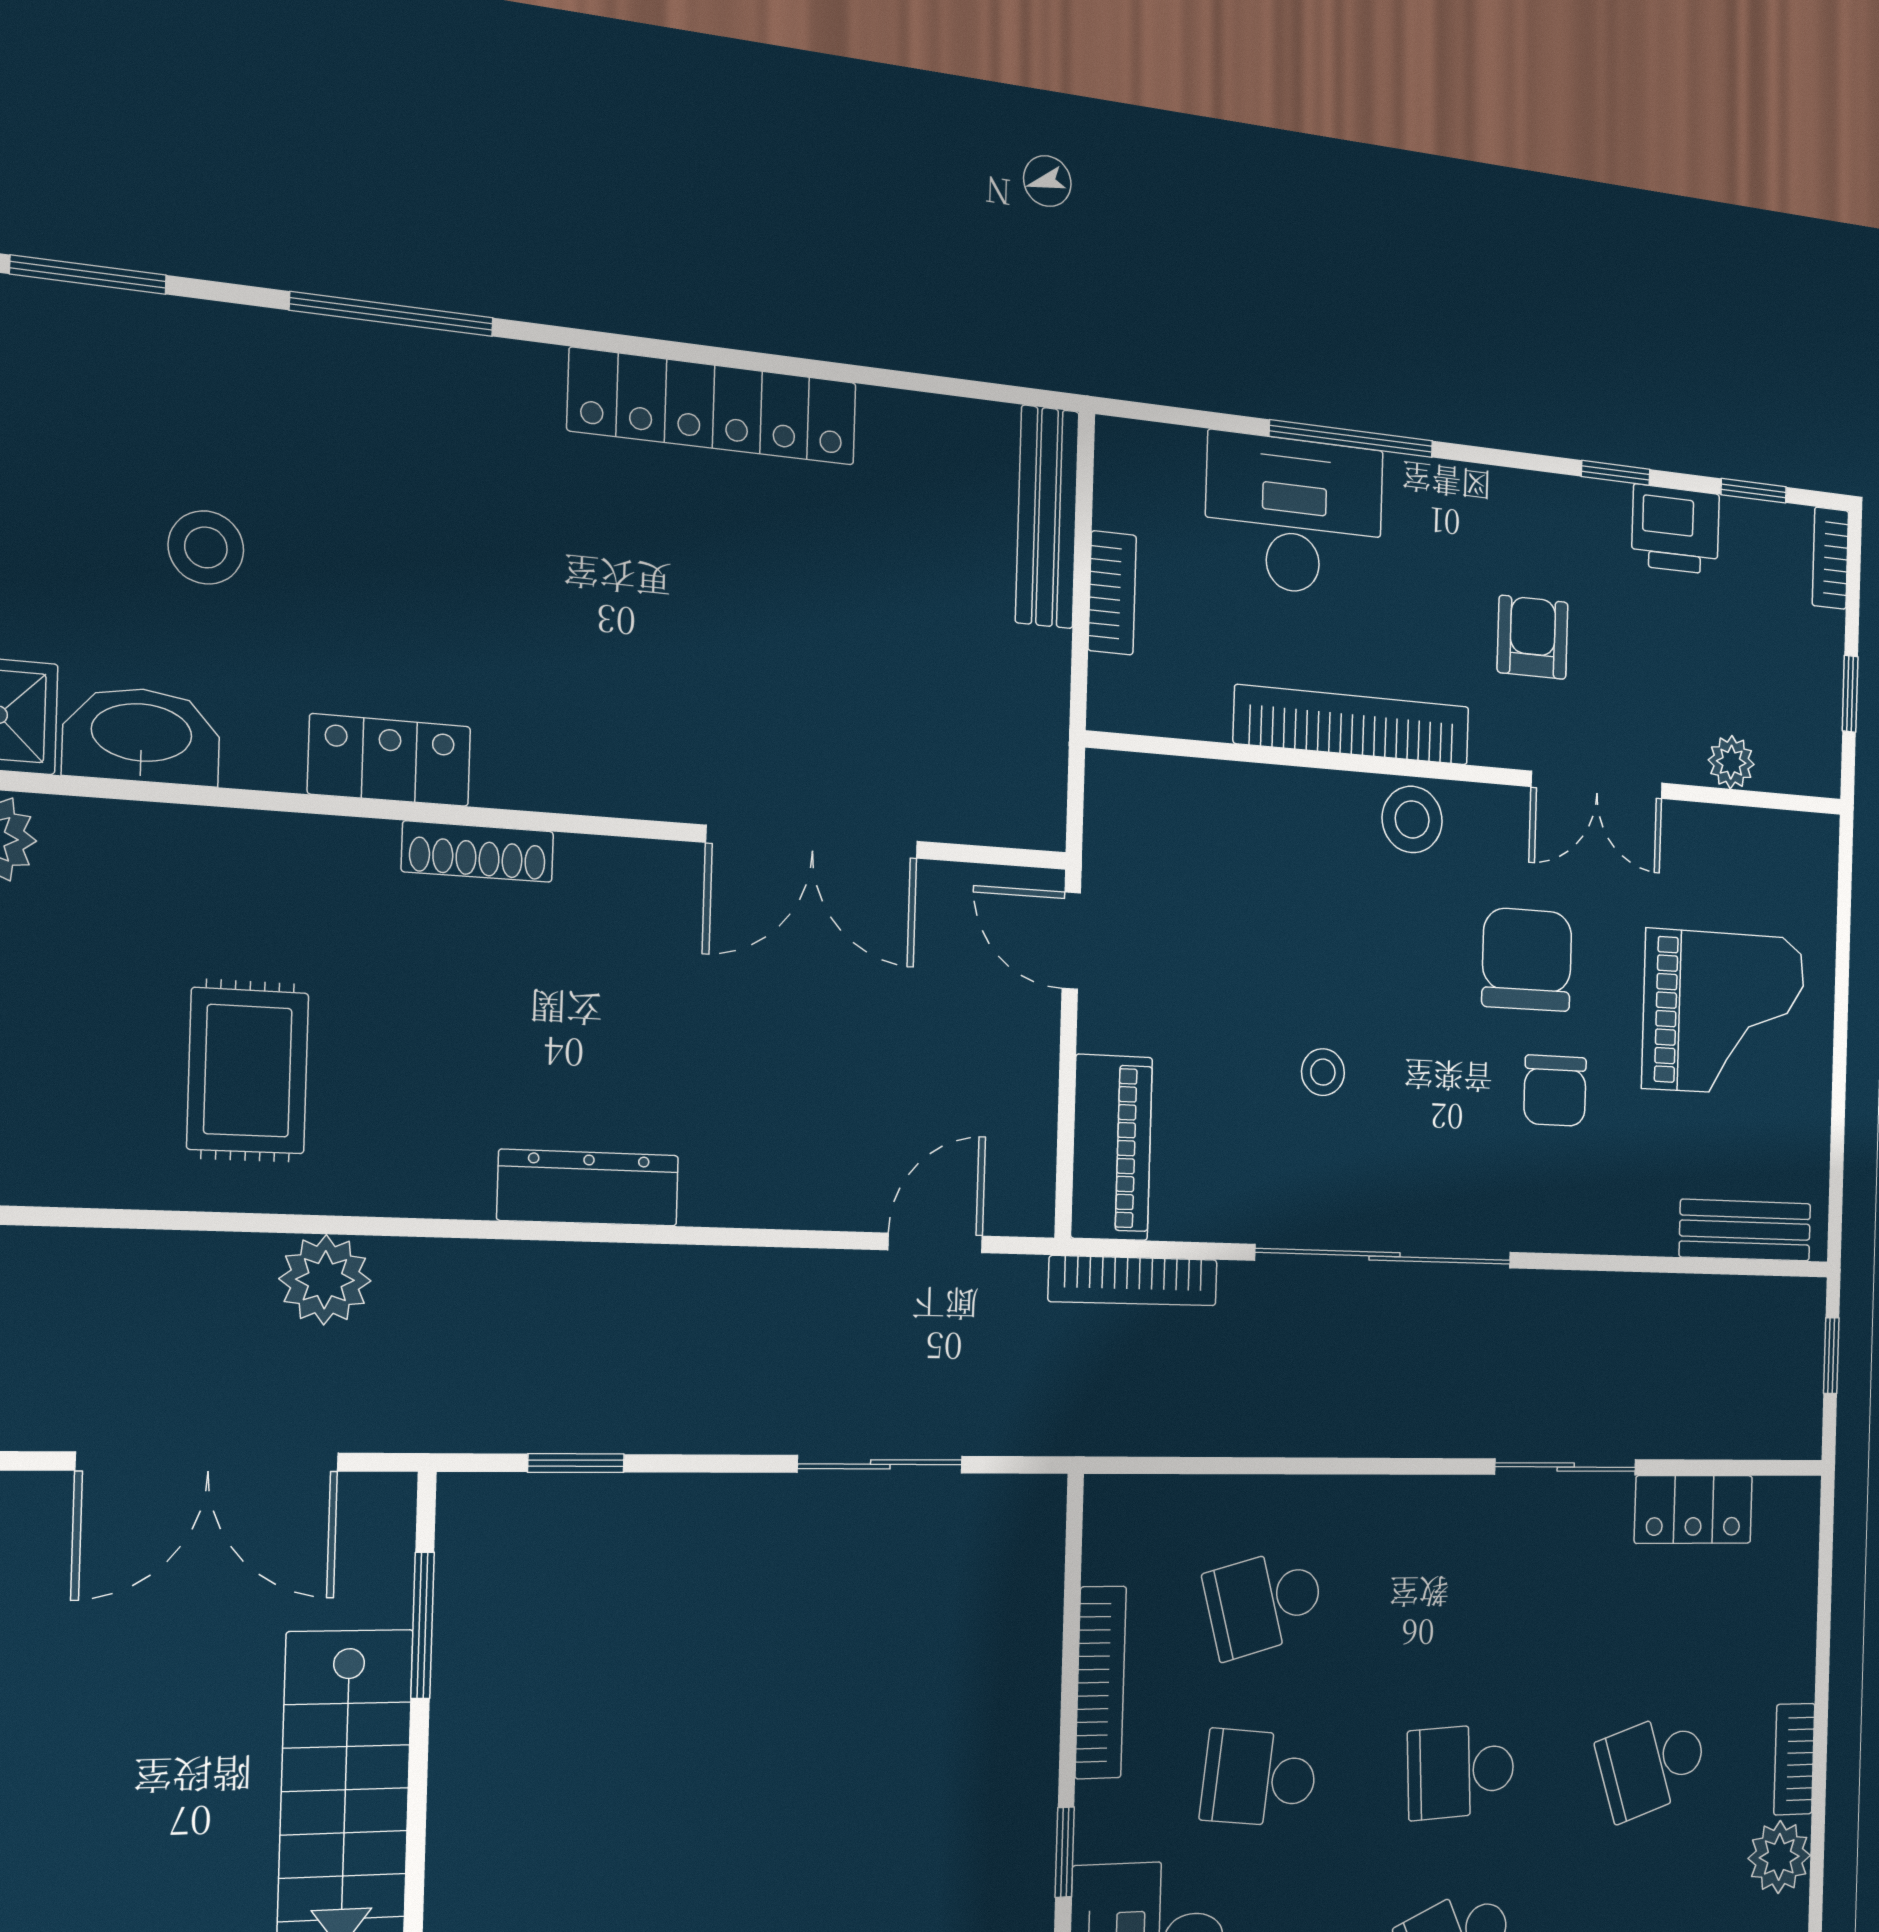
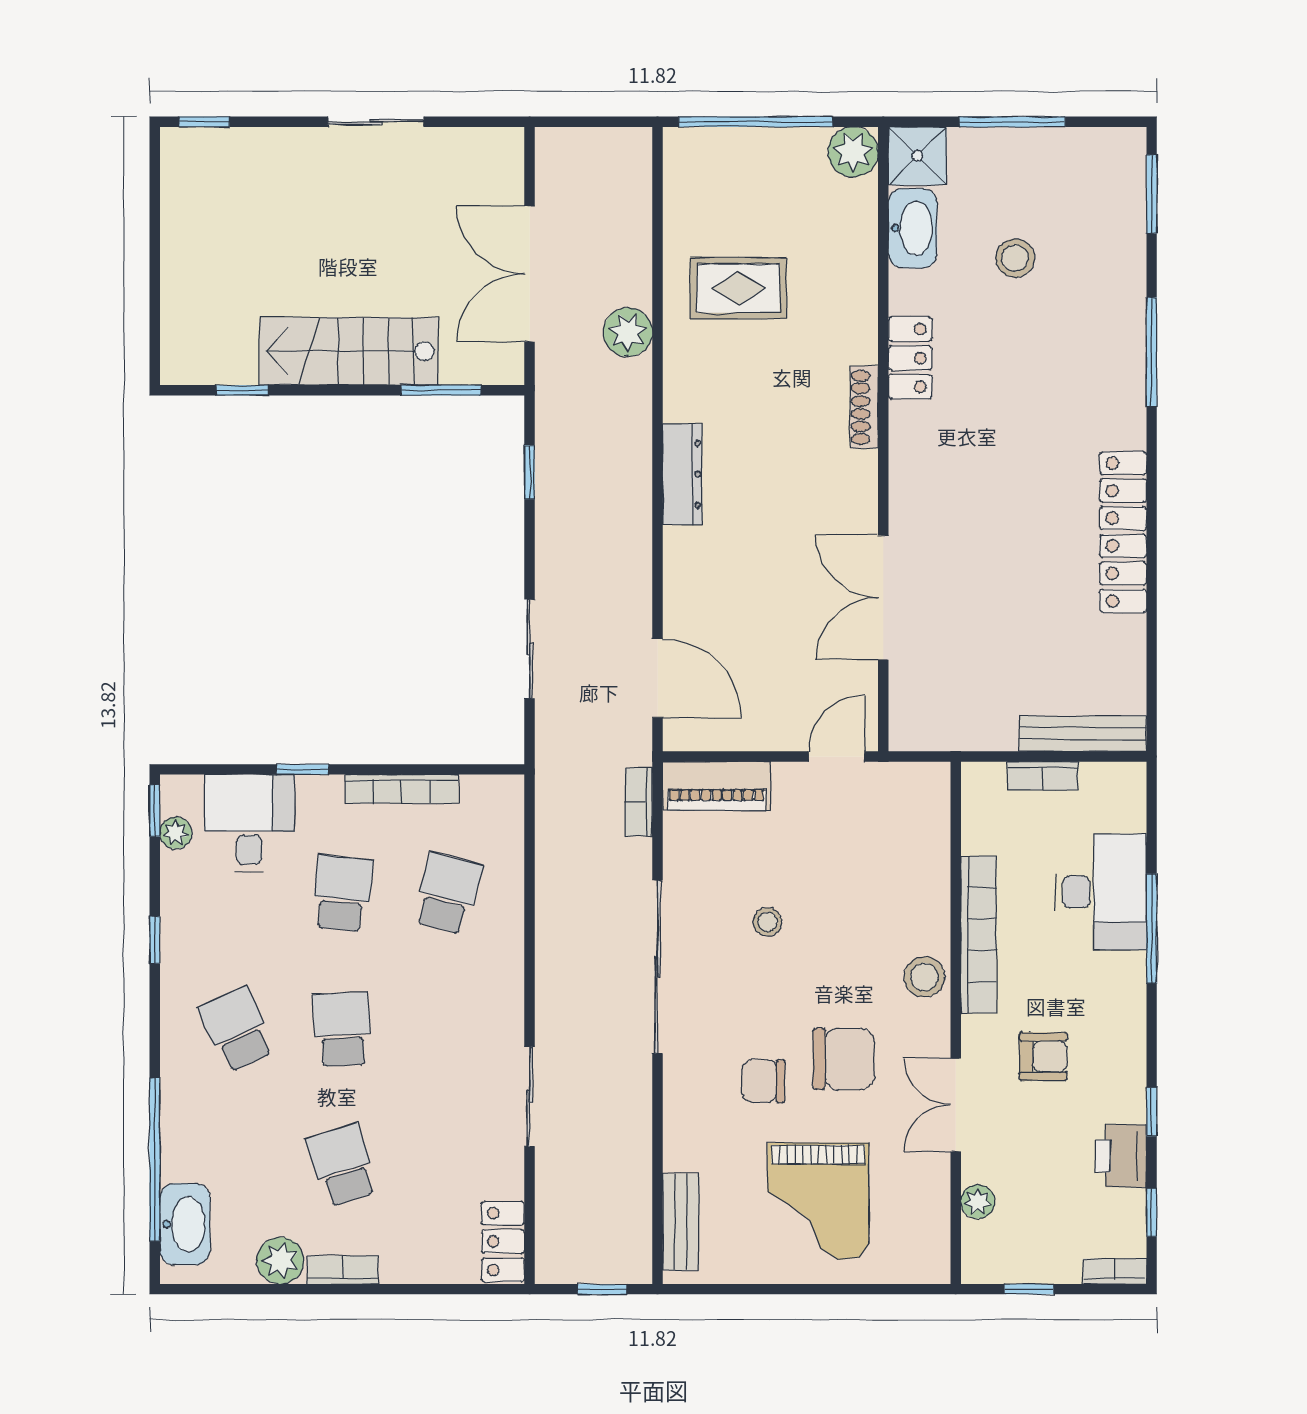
door: (935, 1243) -> (657, 678), width x1.38
bookcase: (1133, 1281) -> (639, 802), width x0.64
locker: (1694, 1509) -> (503, 1242), moved
school desk: (1265, 1603) -> (448, 893), turned 30

